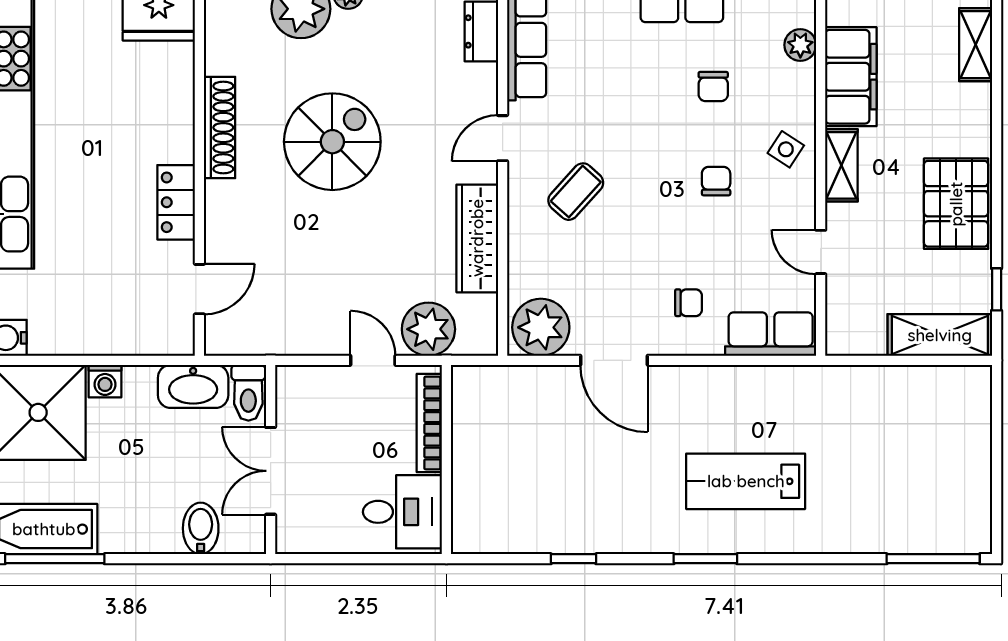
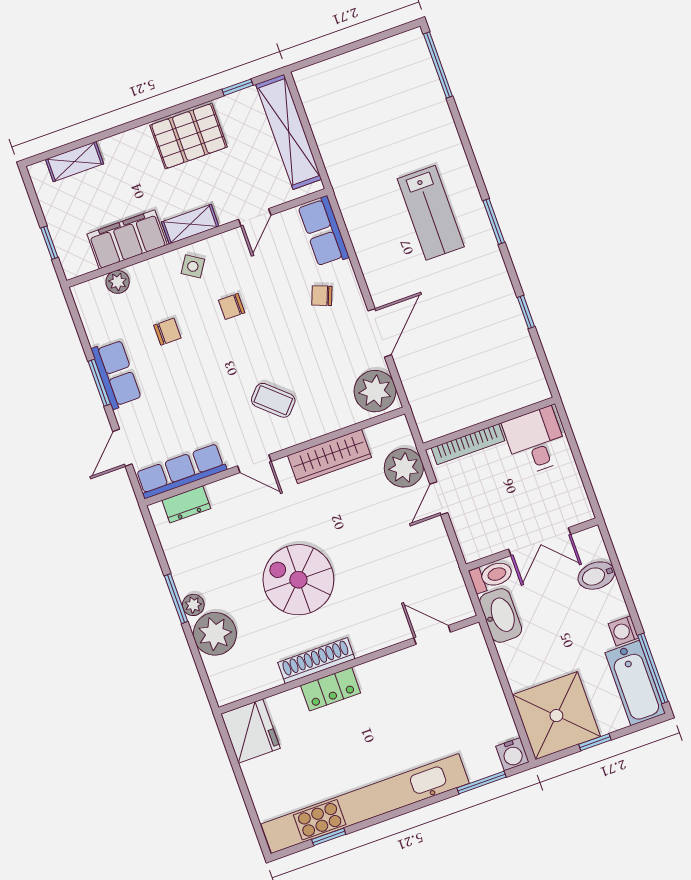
locker: (176, 202) -> (331, 689), moved
chair: (689, 303) -> (322, 296), turned -69
shelving: (940, 335) -> (289, 132), width x1.47
washing machine: (105, 381) -> (623, 631), moved, turned 180

